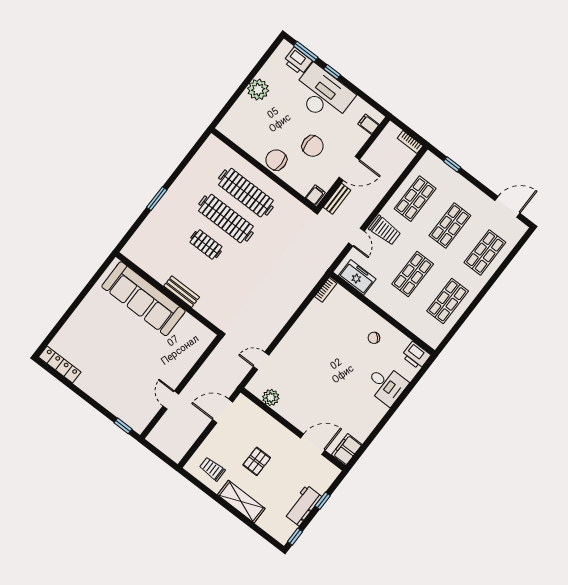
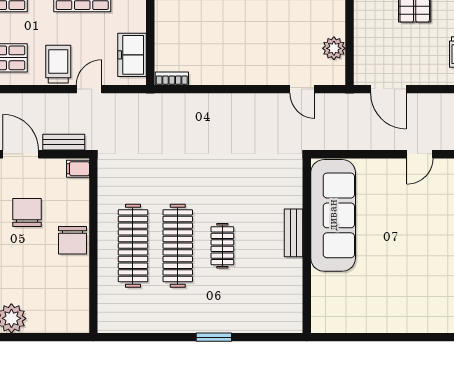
sofa: (143, 299) -> (333, 215), moved

